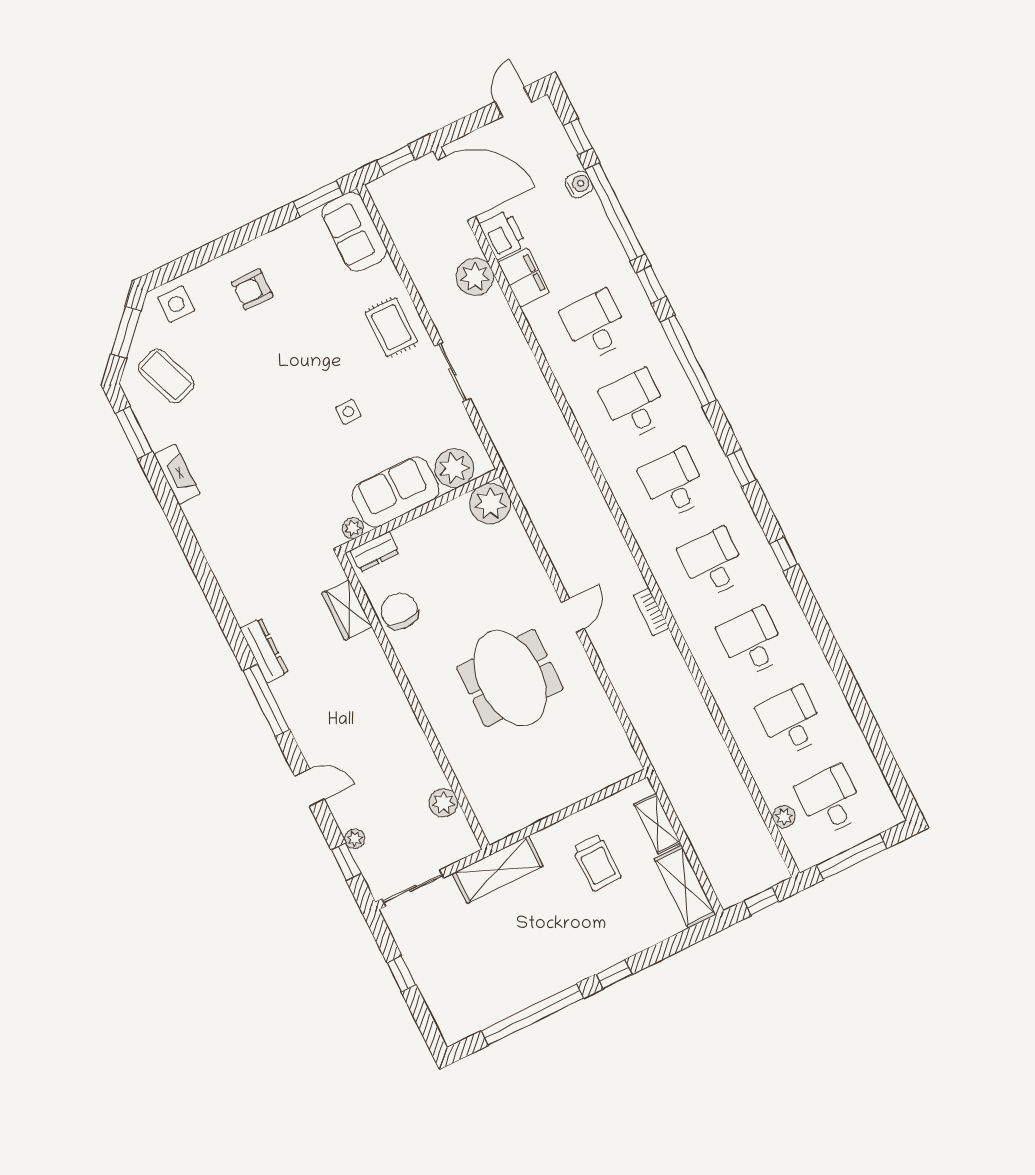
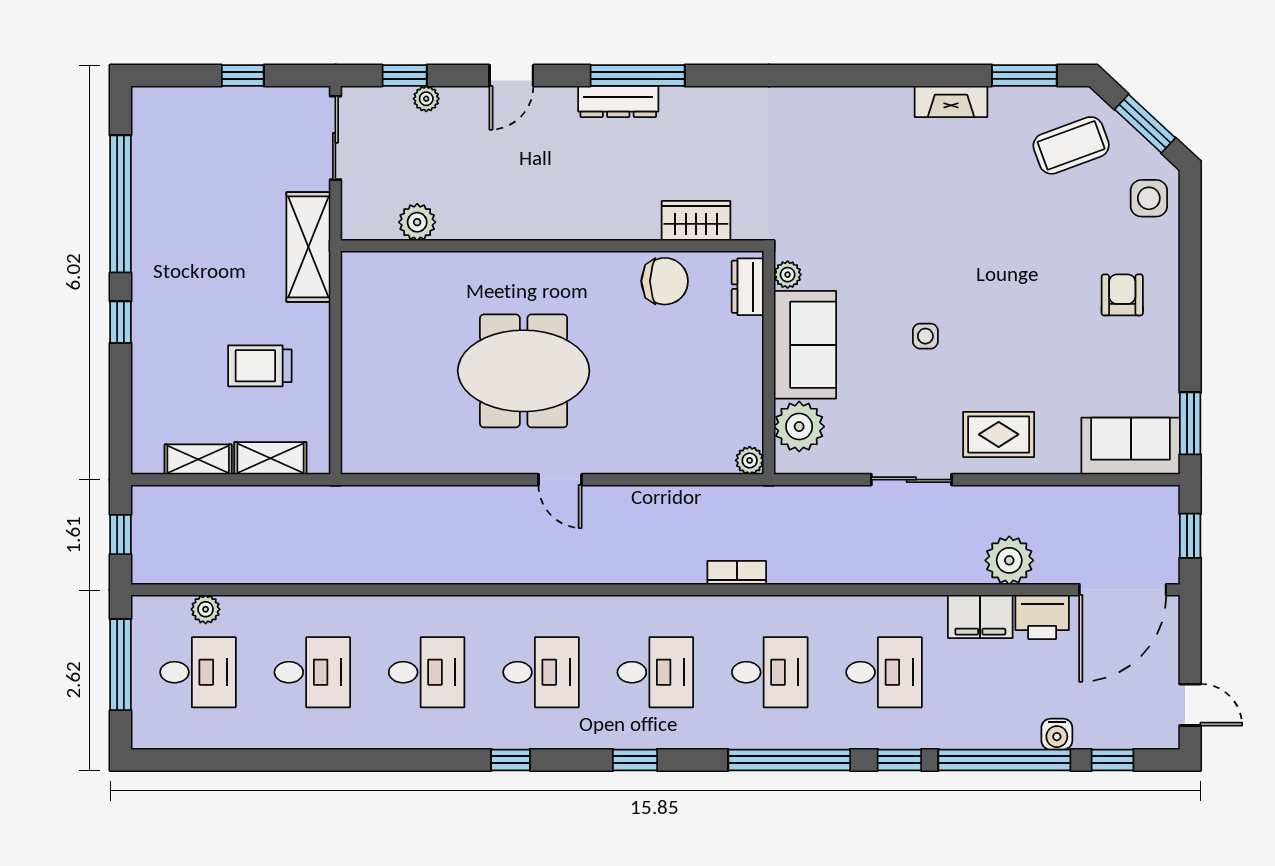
plant: (490, 504) -> (750, 460), width x0.53, depth x0.53
bookcase: (651, 612) -> (737, 573), moved
dresser: (264, 650) -> (618, 102), moved
shelving: (685, 887) -> (198, 459), width x0.67, depth x0.75

